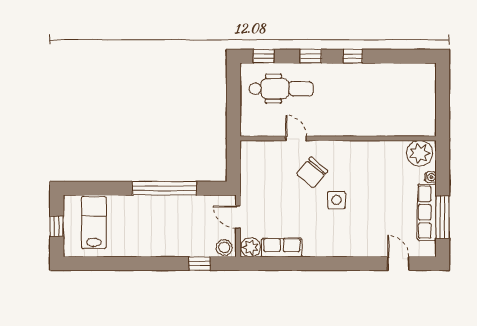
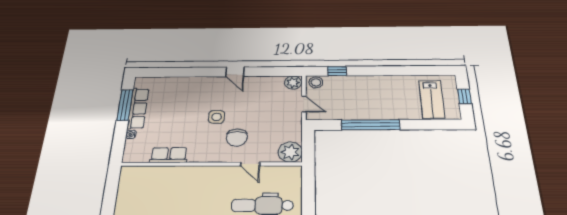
plant: (420, 153) -> (290, 152), moved
chair: (312, 172) -> (237, 137), turned 140
row of seats: (282, 247) -> (169, 155), moved, turned 180
door: (398, 264) -> (235, 72), moved

